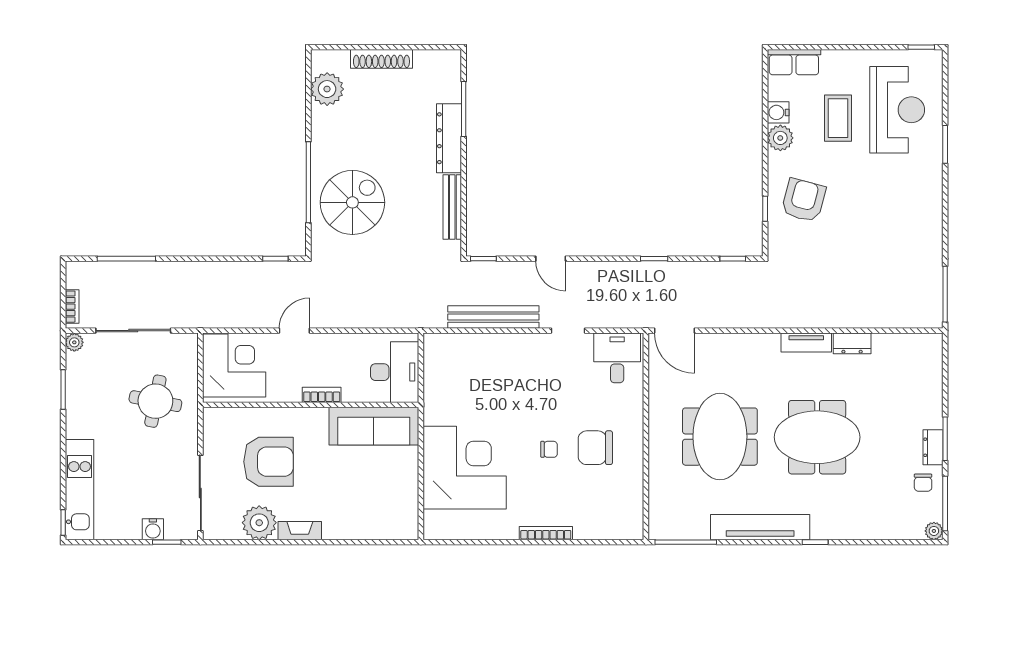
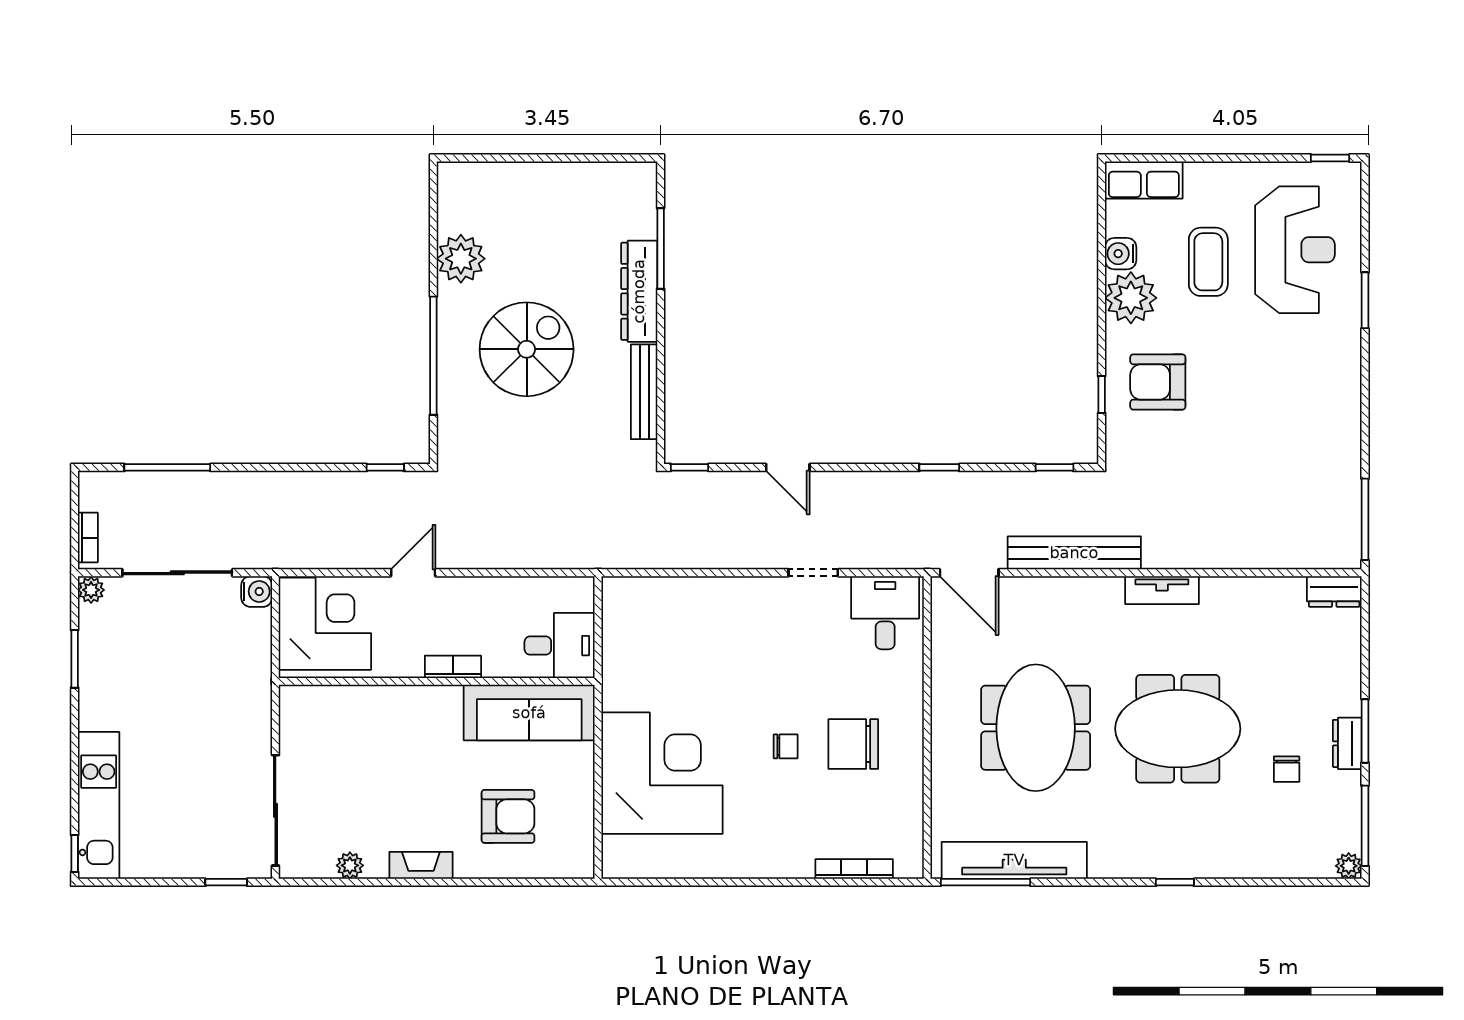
shoe rack: (381, 59) -> (540, 175), removed
plant: (327, 89) -> (461, 259), moved
plant: (780, 138) -> (1131, 298), width x1.36, depth x1.36
armchair: (803, 200) -> (1158, 382), turned -105
spiral stairs: (352, 202) -> (527, 349), moved
bench: (493, 317) -> (1074, 553), moved
dresser: (852, 343) -> (1334, 591), moved
desk: (395, 372) -> (560, 646), width x0.73
round table: (155, 401) -> (210, 676), removed
armchair: (269, 462) -> (508, 816), moved, width x0.73, depth x0.73
chair: (923, 483) -> (1287, 769), moved
plant: (259, 523) -> (350, 865), width x0.53, depth x0.53
tv unit: (760, 527) -> (1014, 860), moved
water cooler: (153, 529) -> (257, 591), moved, turned -90
bookcase: (546, 533) -> (854, 869), moved

